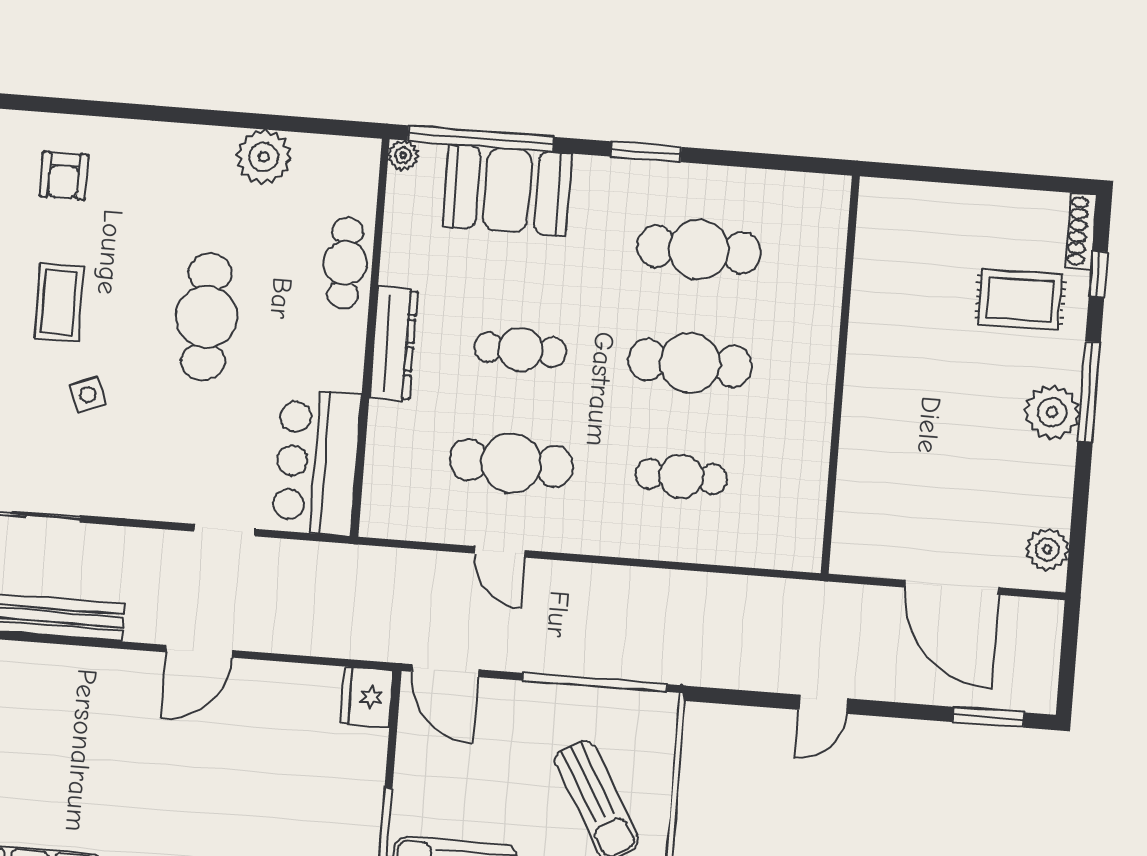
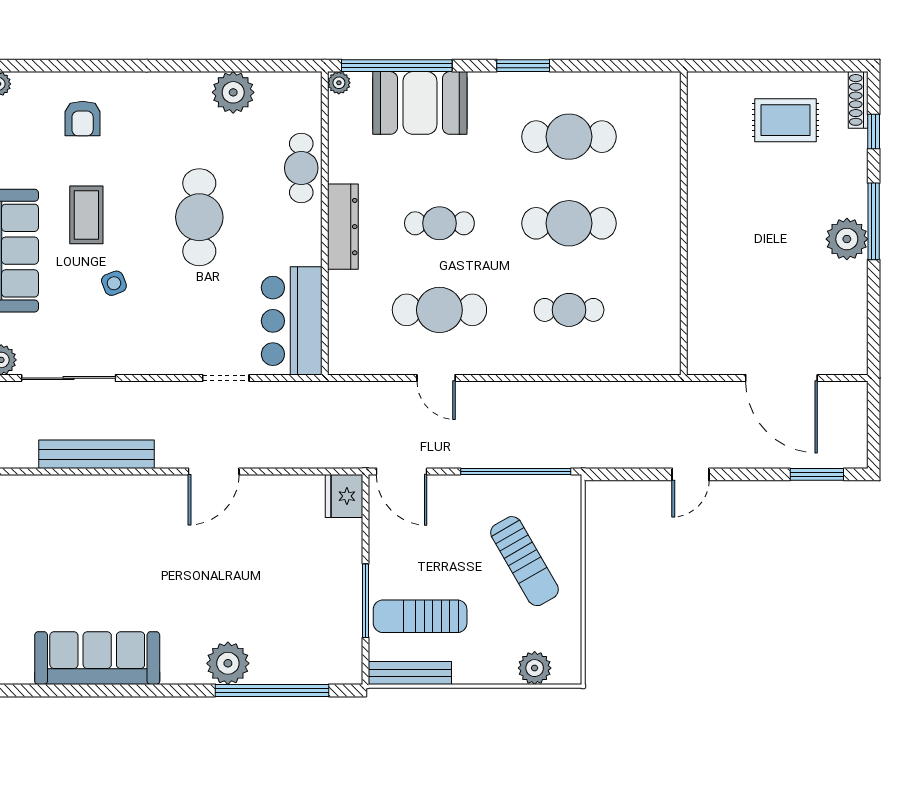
rug: (1020, 300) -> (785, 120), moved
plant: (1047, 550) -> (851, 344), removed

